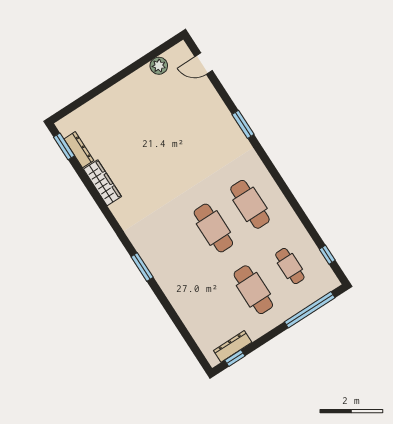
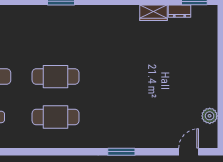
dresser: (79, 150) -> (180, 11), width x0.70
wardrobe: (102, 183) -> (154, 13), width x0.67

